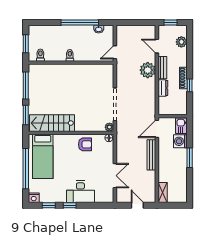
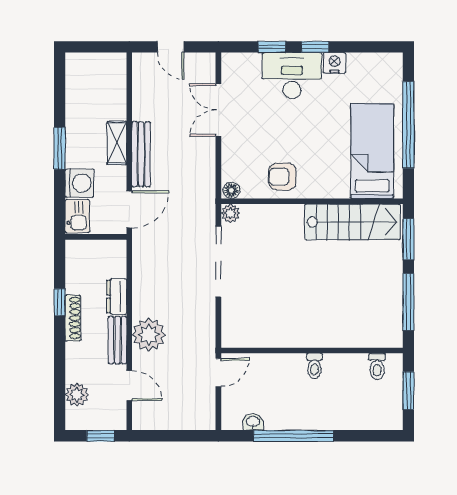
shelving: (163, 193) -> (117, 143), moved
nightstand: (34, 198) -> (335, 63), moved
window: (49, 205) -> (272, 47), moved

